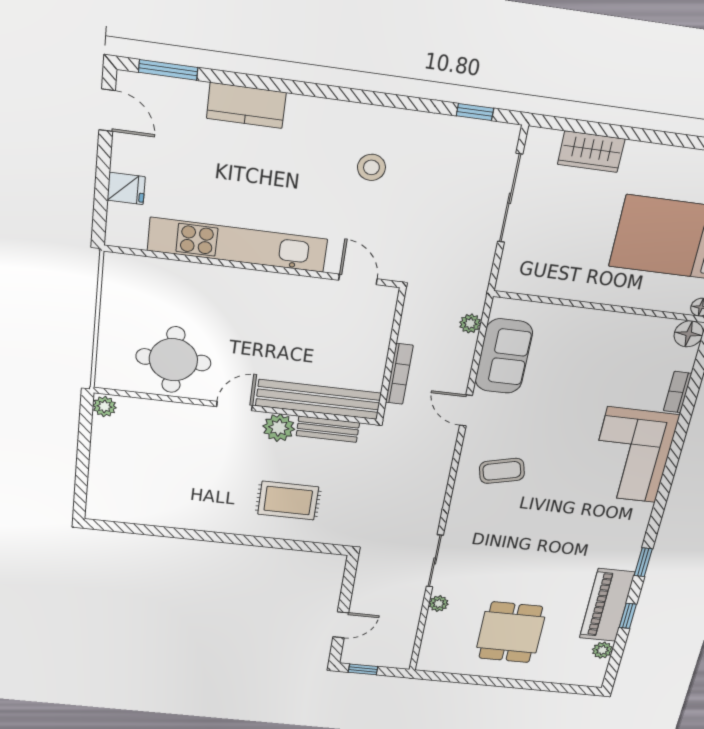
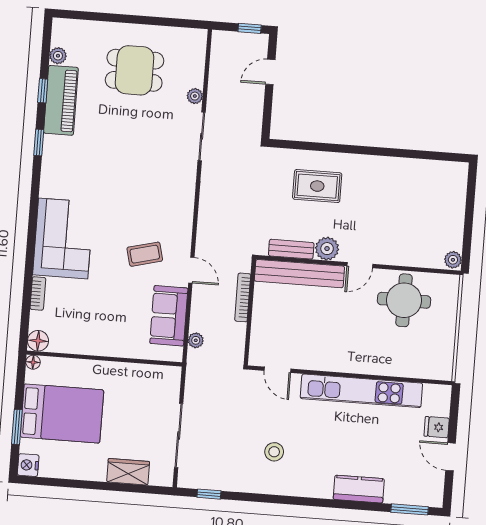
door: (107, 110) -> (451, 457), moved
coffee table: (502, 471) -> (145, 254), moved
dining table: (511, 632) -> (135, 70), turned 90

